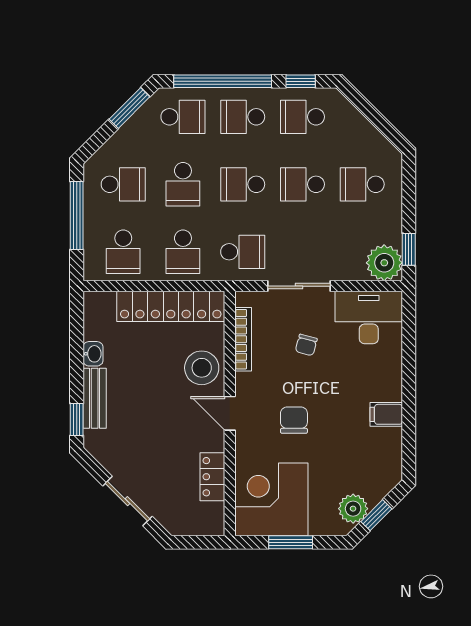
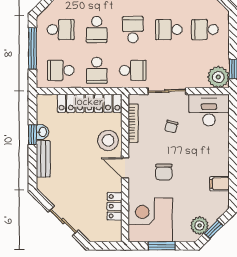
school desk: (243, 184) -> (133, 30), turned 90
school desk: (123, 252) -> (61, 70), turned 90
filing cabinet: (386, 414) -> (220, 184), moved
window: (77, 419) -> (32, 135), moved
chair: (294, 420) -> (164, 172), turned 180

